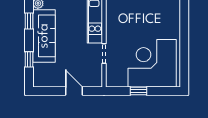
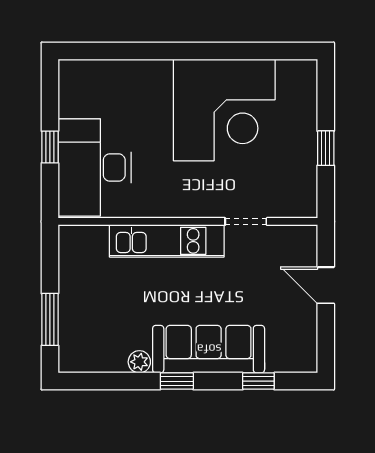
corner desk: (152, 63) -> (224, 110), moved, turned -90
door: (74, 91) -> (326, 285), hinge flipped

